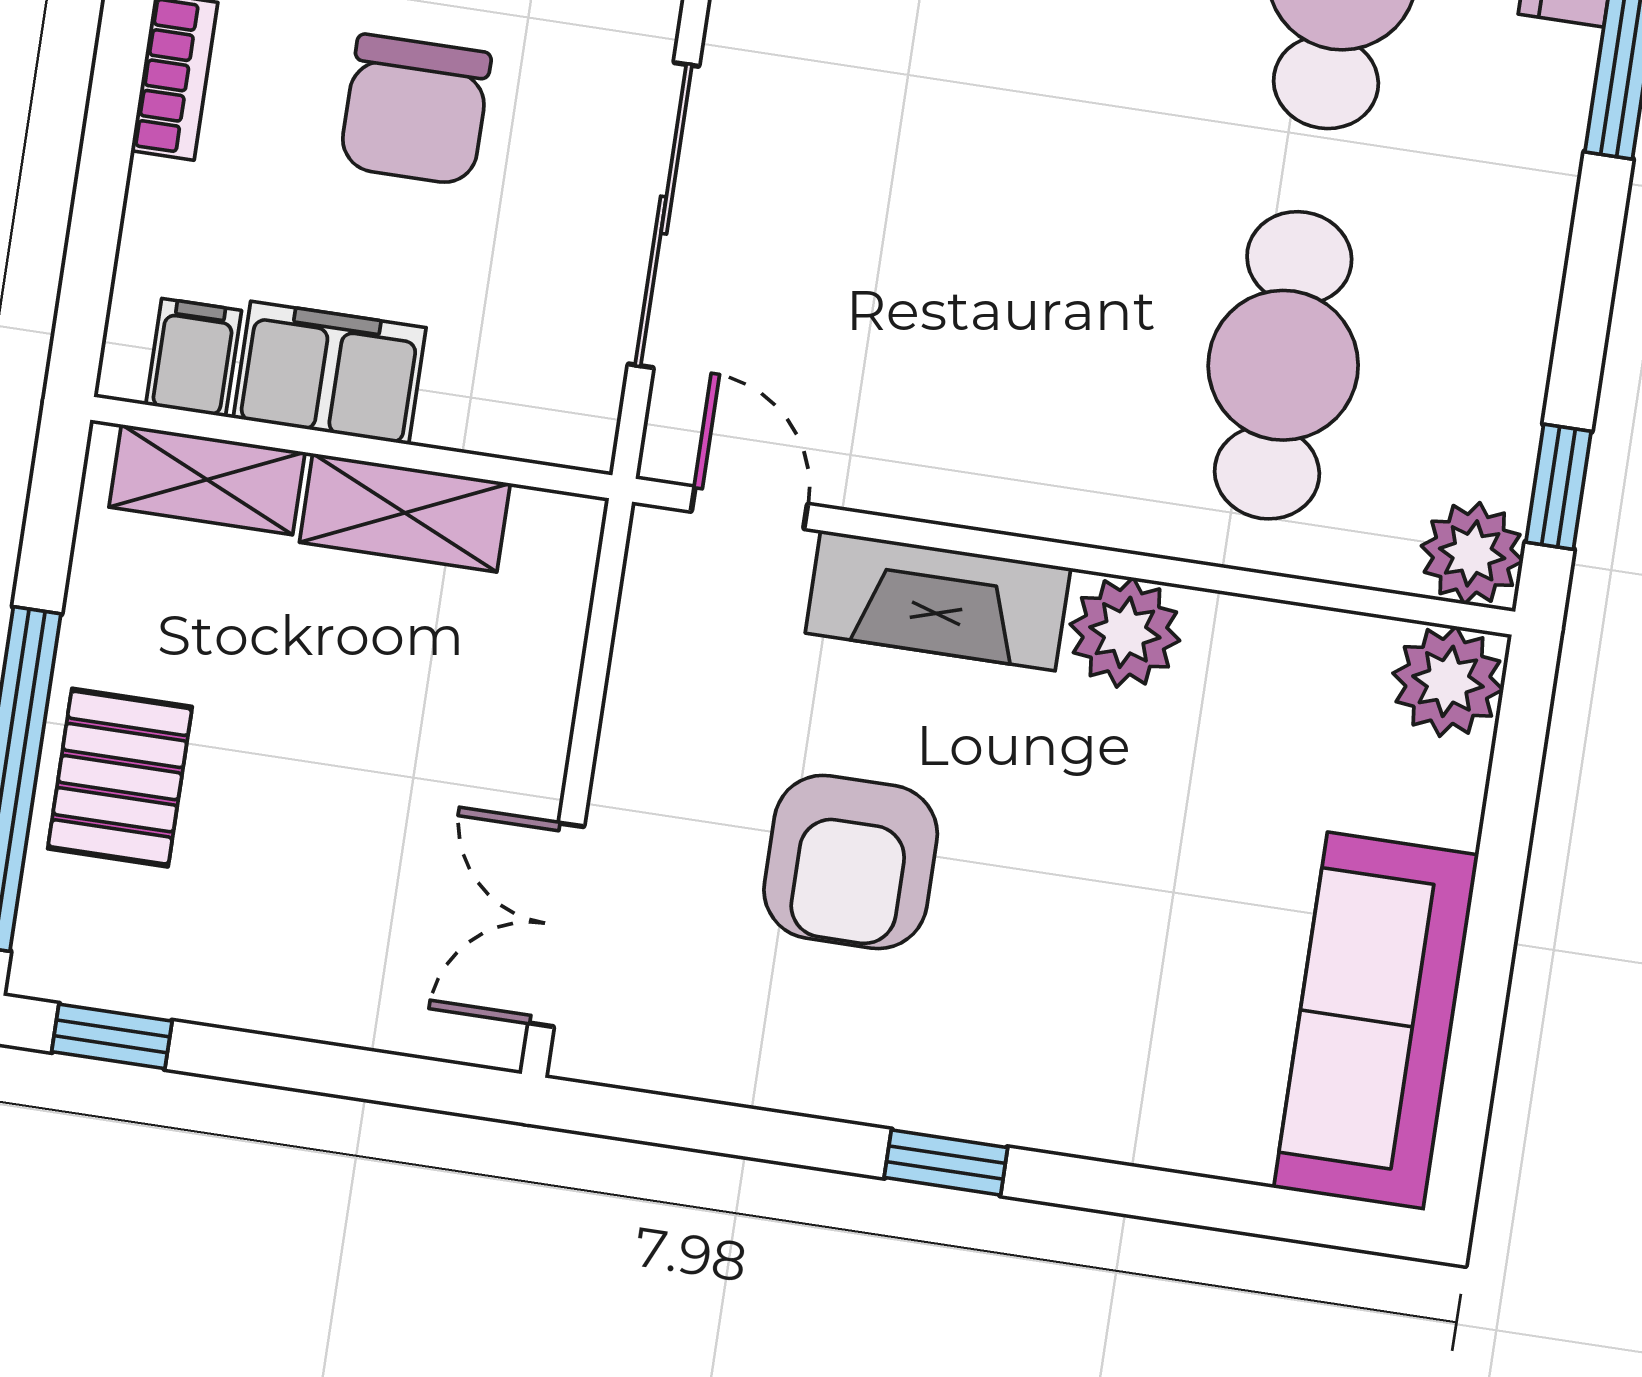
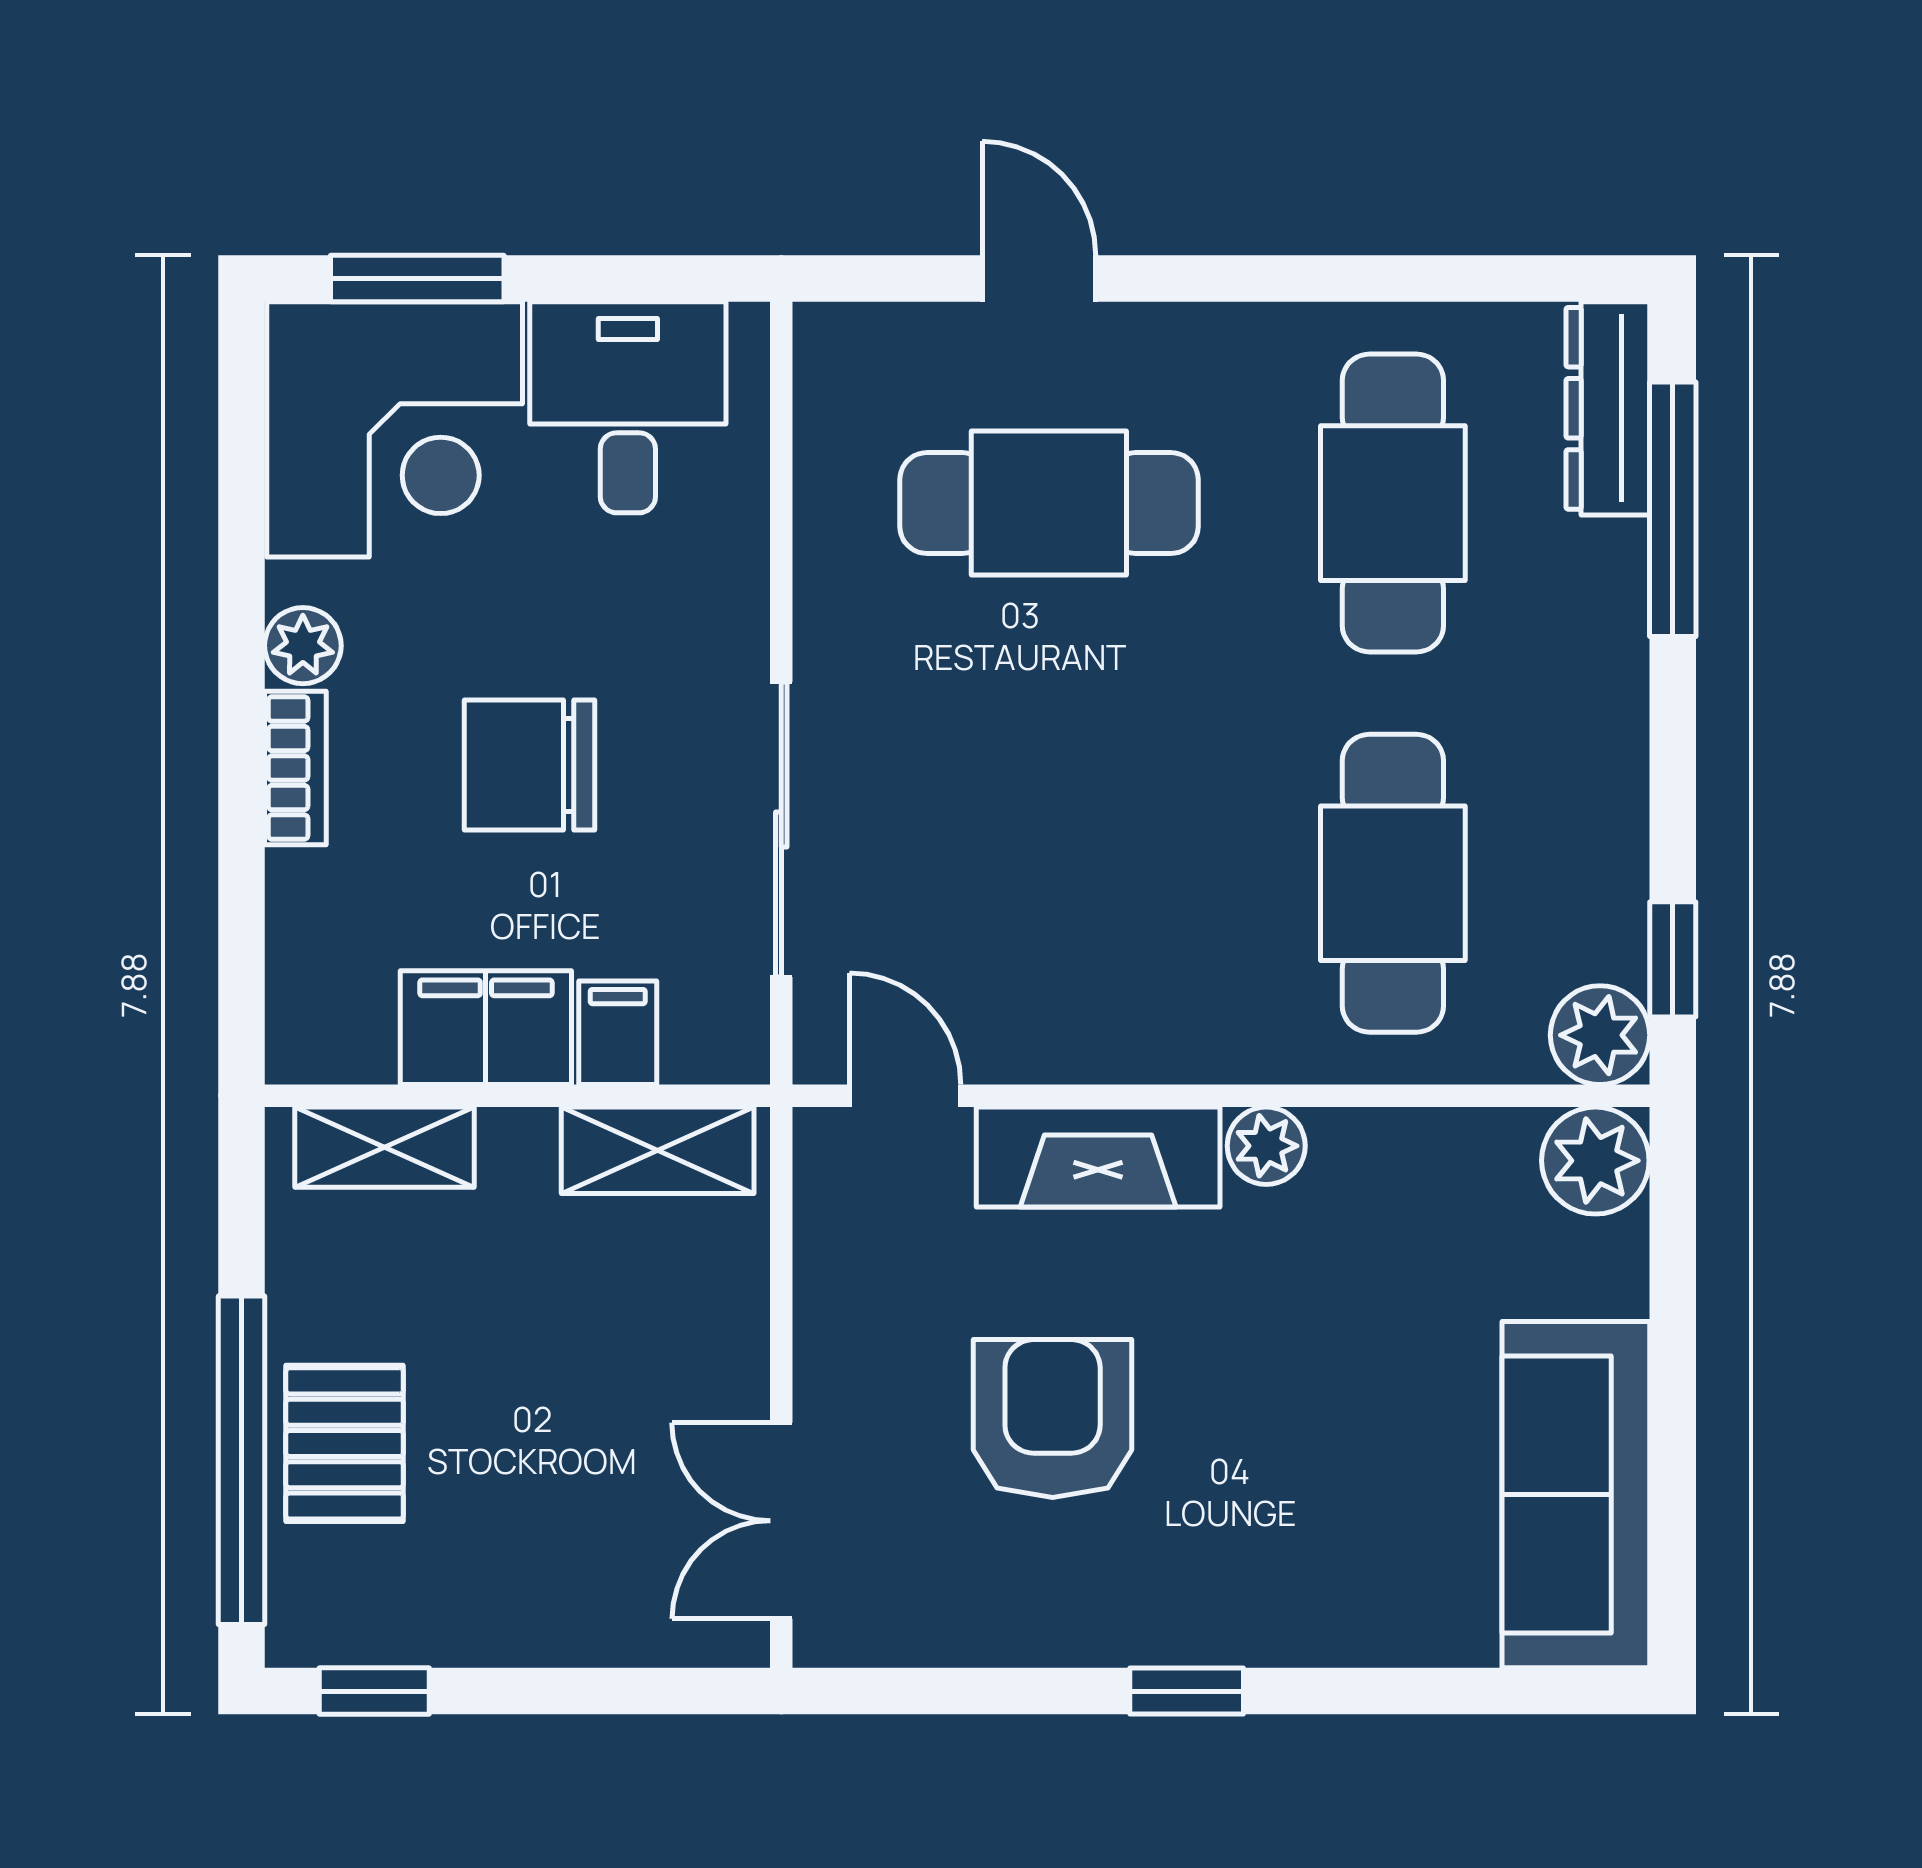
chair: (415, 110) -> (530, 765), turned 90
filing cabinet: (194, 358) -> (618, 1033), moved
shelving: (405, 513) -> (658, 1150), moved
plant: (1125, 632) -> (1266, 1146), width x0.73, depth x0.73
armchair: (851, 862) -> (1053, 1419), turned 180

